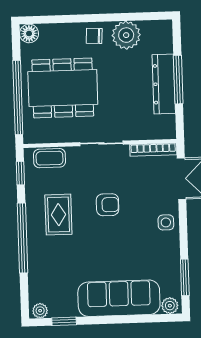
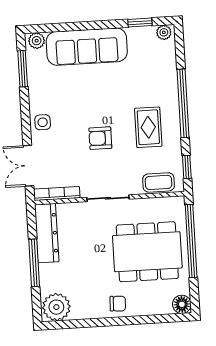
plant: (126, 35) -> (56, 307), moved
dresser: (164, 84) -> (47, 233), moved

